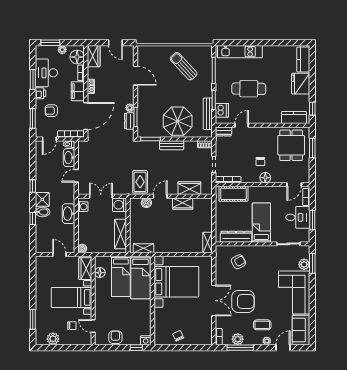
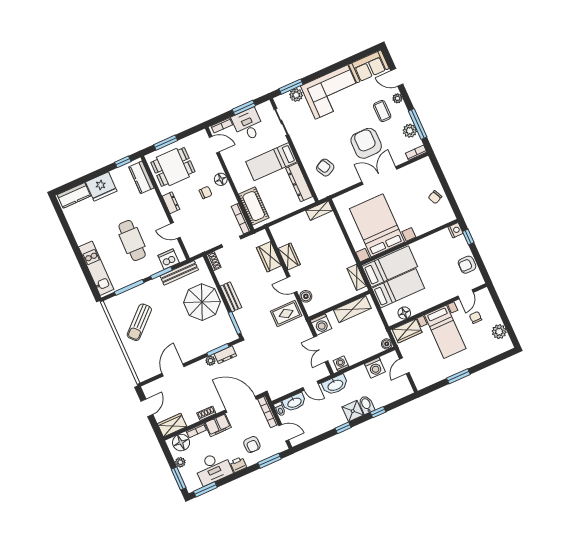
window: (33, 79) -> (205, 489), moved
dresser: (224, 131) -> (171, 203), moved
washbasin: (68, 214) -> (335, 385), moved
washing machine: (68, 231) -> (375, 368), added
window: (33, 319) -> (458, 376), moved

